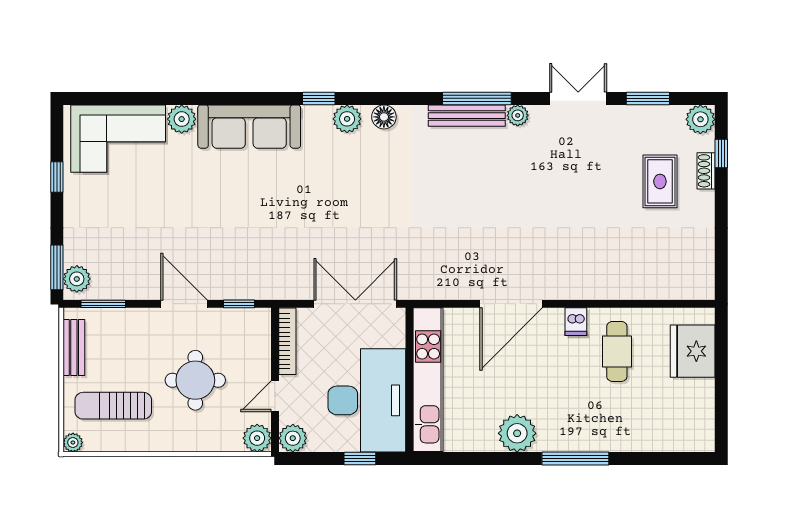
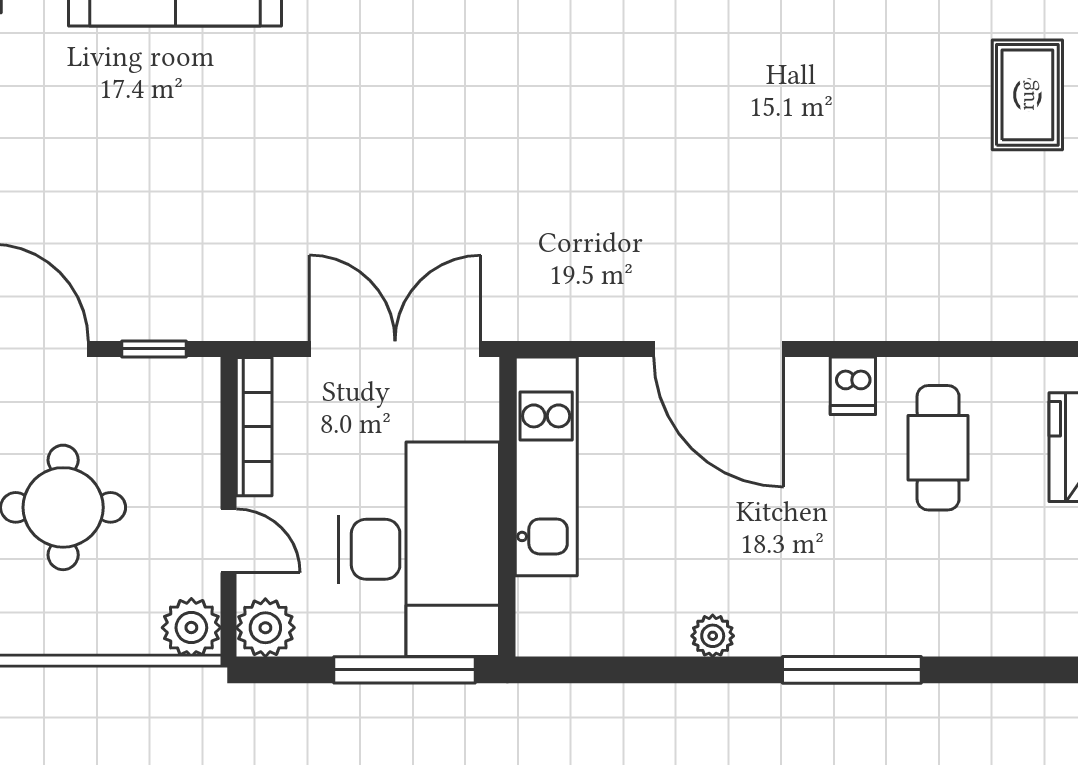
door: (511, 304) -> (719, 349), hinge flipped
kitchen unit: (428, 380) -> (546, 466), width x0.73
door: (275, 396) -> (228, 541), swing flipped
plant: (517, 433) -> (713, 636), width x0.53, depth x0.53
window: (360, 459) -> (404, 670), width x2.17

